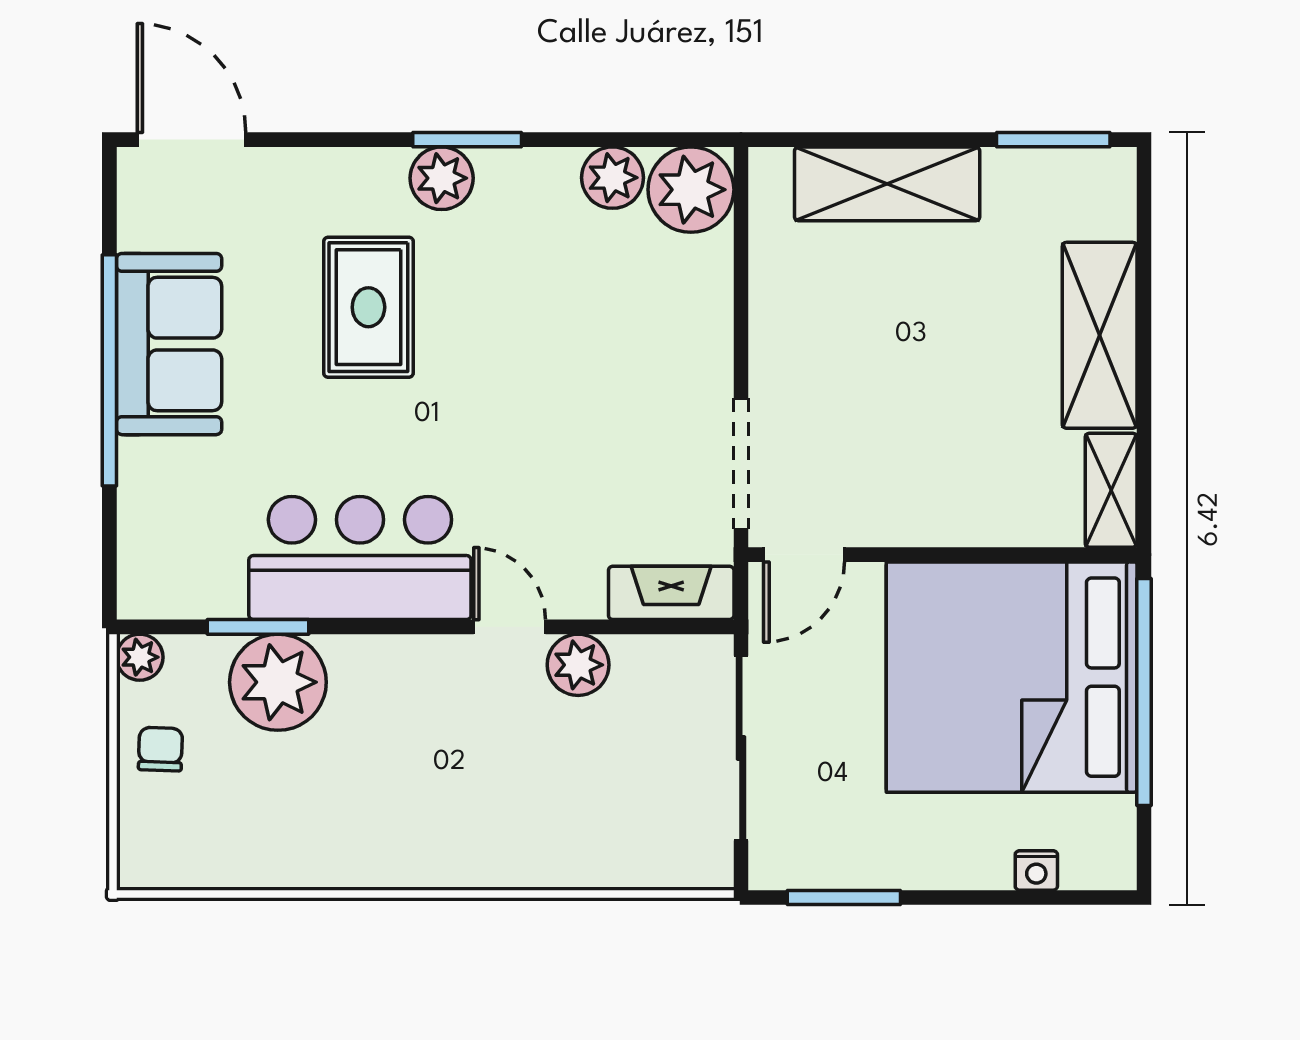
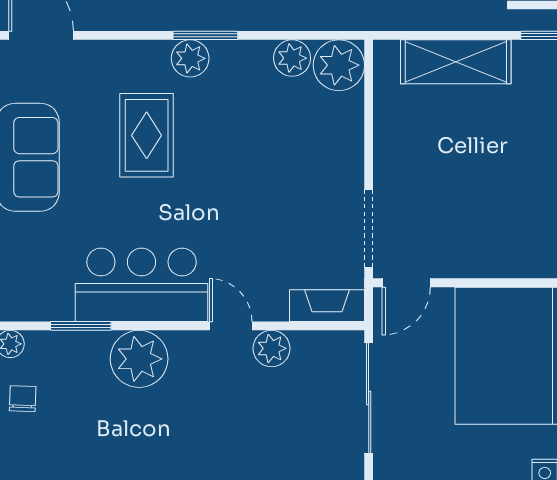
plant: (278, 682) -> (139, 359), moved

